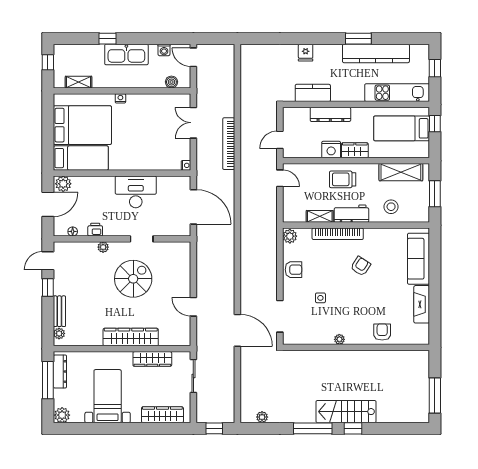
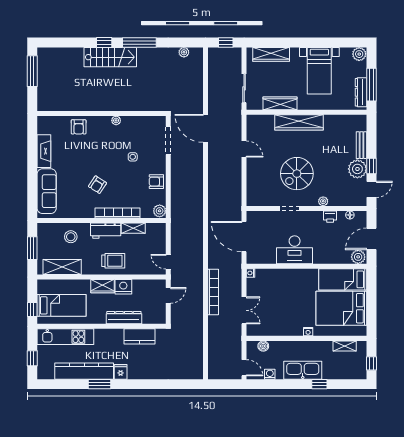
fridge: (306, 53) -> (121, 372), moved
plant: (59, 333) -> (357, 169), moved, width x1.87, depth x1.87

